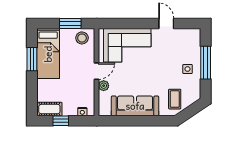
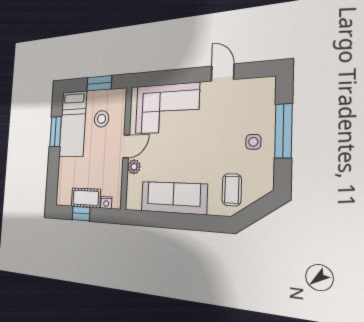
stool: (82, 38) -> (102, 119), moved
cot: (49, 109) -> (86, 198), moved

